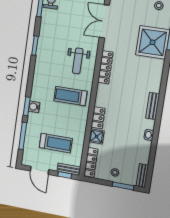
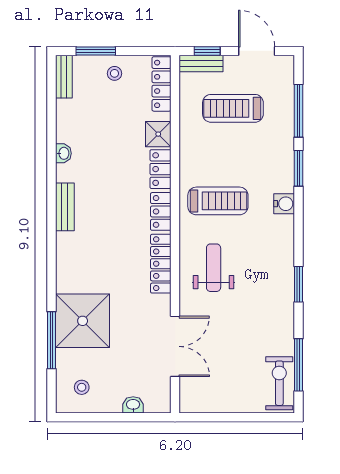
locker: (101, 95) -> (161, 211), added
water cooler: (34, 107) -> (284, 204), moved

